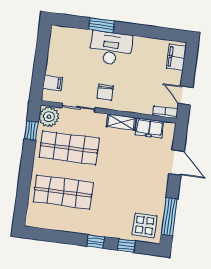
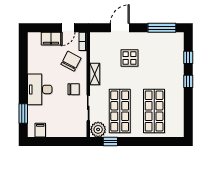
window: (102, 25) -> (23, 113), moved
filing cabinet: (176, 57) -> (51, 39), moved
filing cabinet: (53, 83) -> (40, 130), moved
chair: (142, 94) -> (71, 61), added
freezer: (149, 128) -> (97, 52), removed
display table: (145, 225) -> (129, 58), moved

